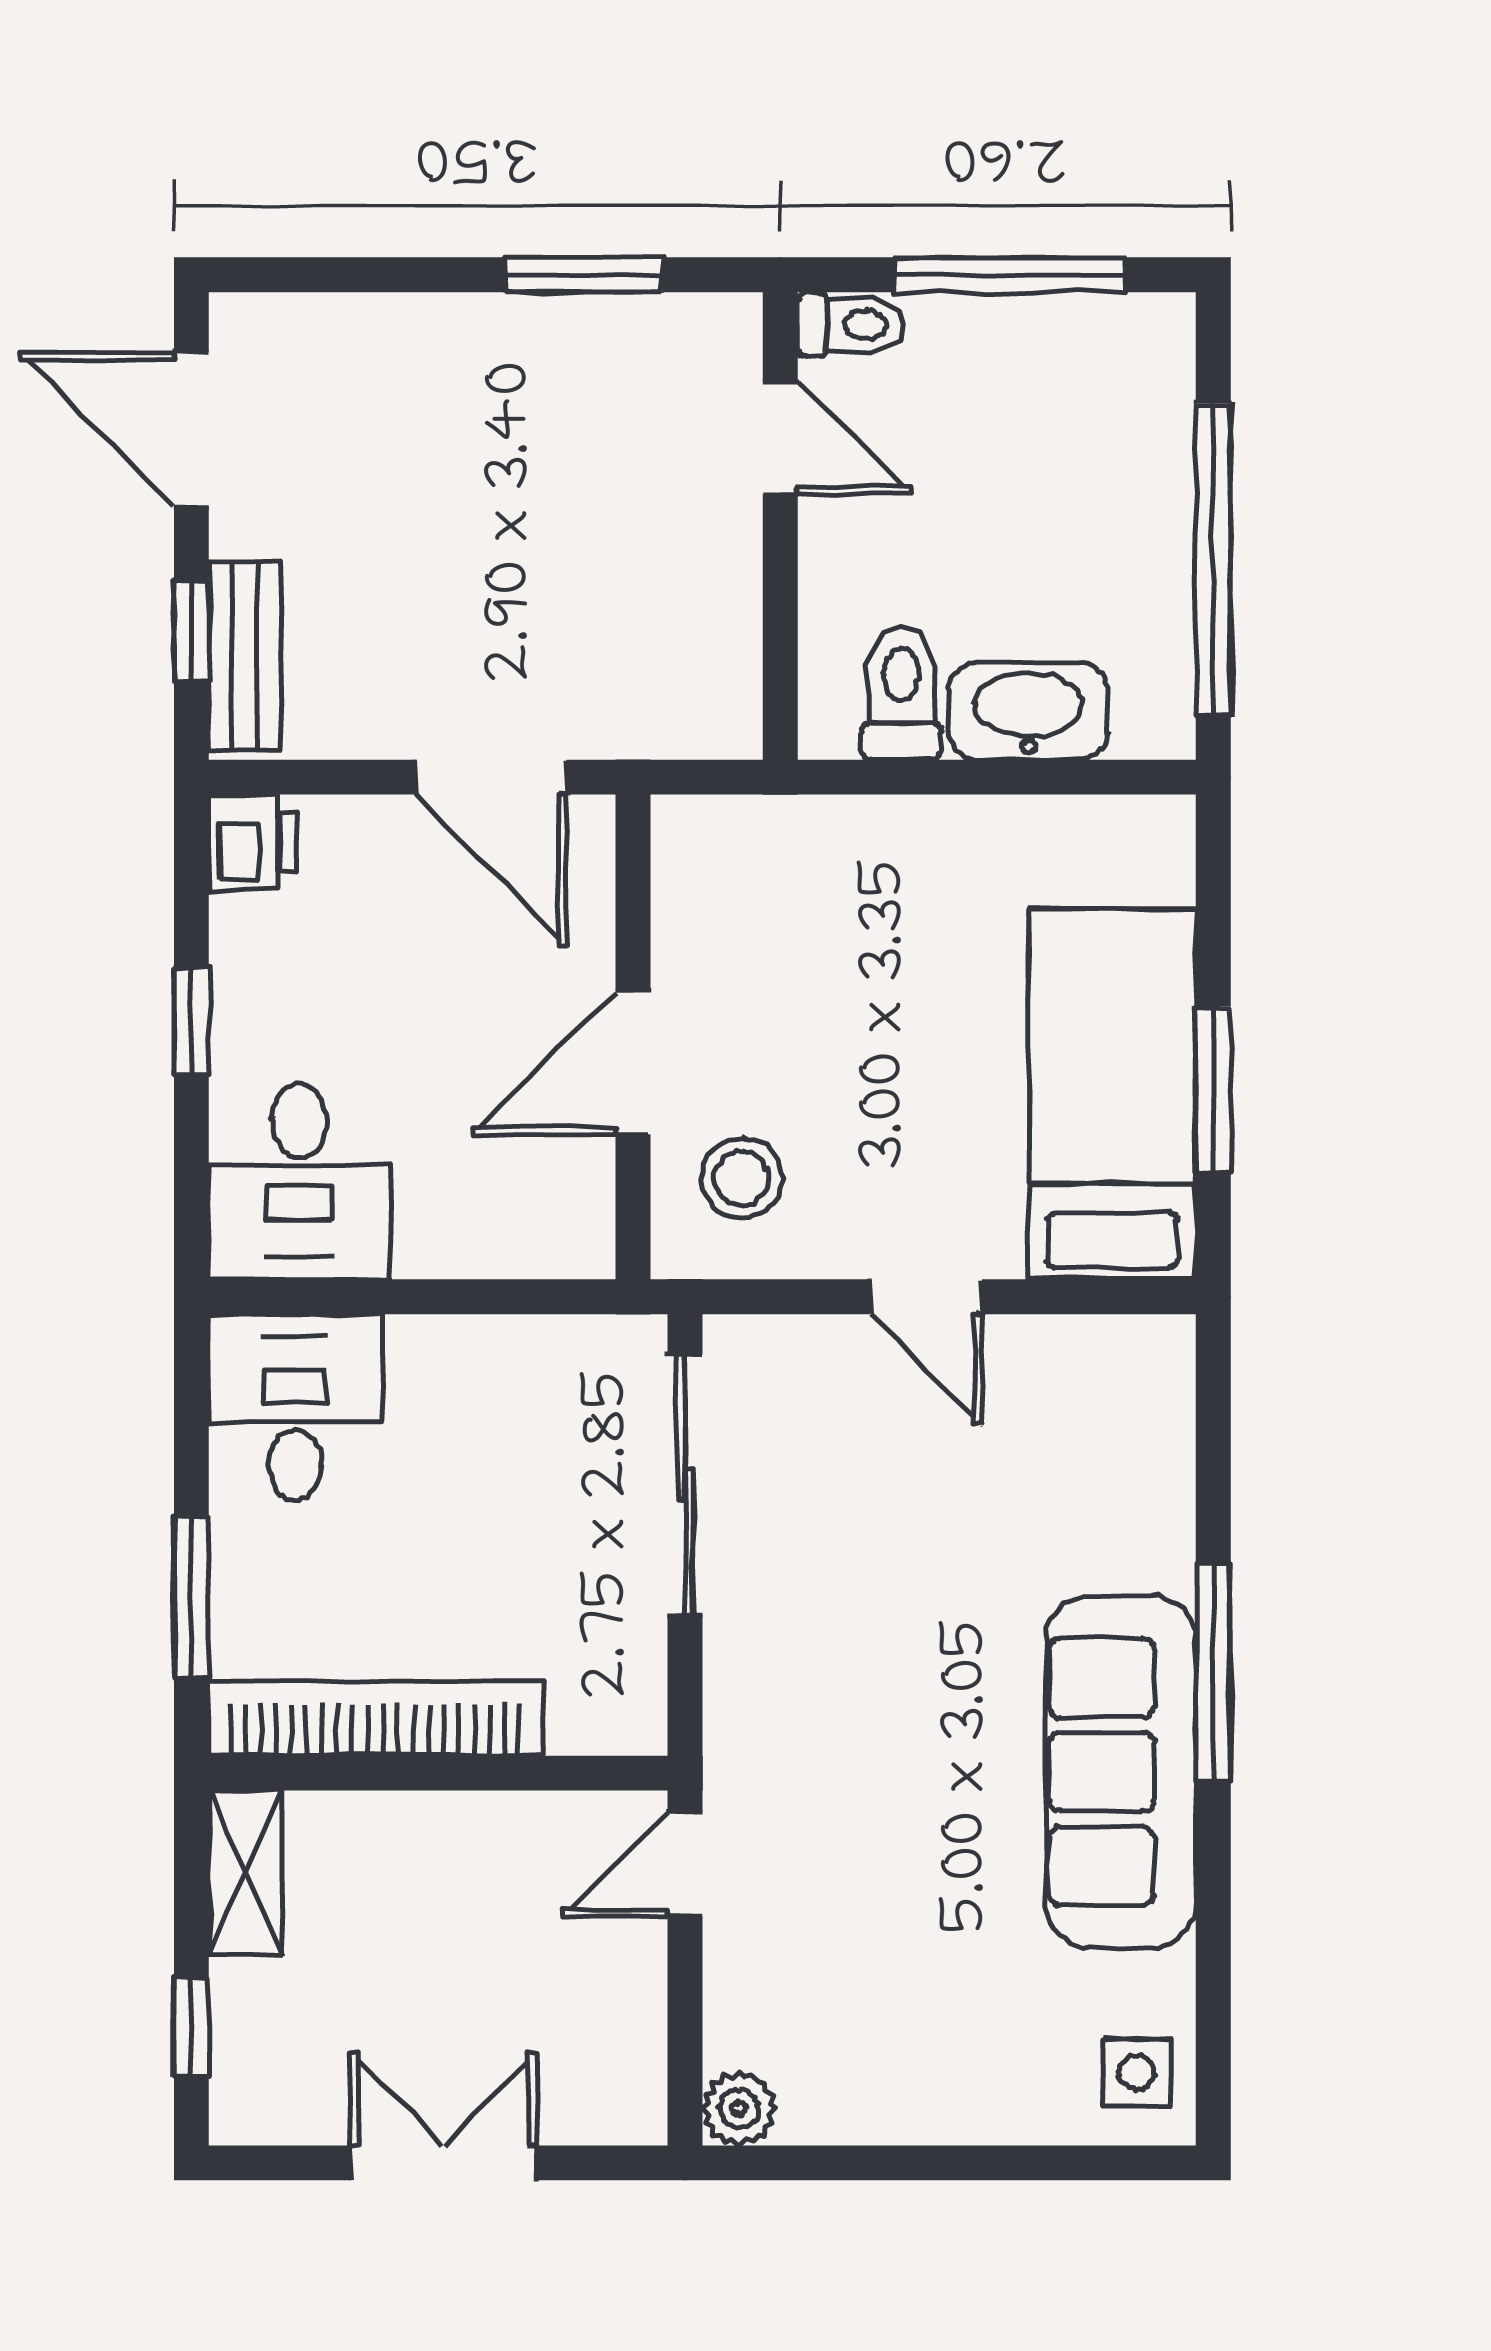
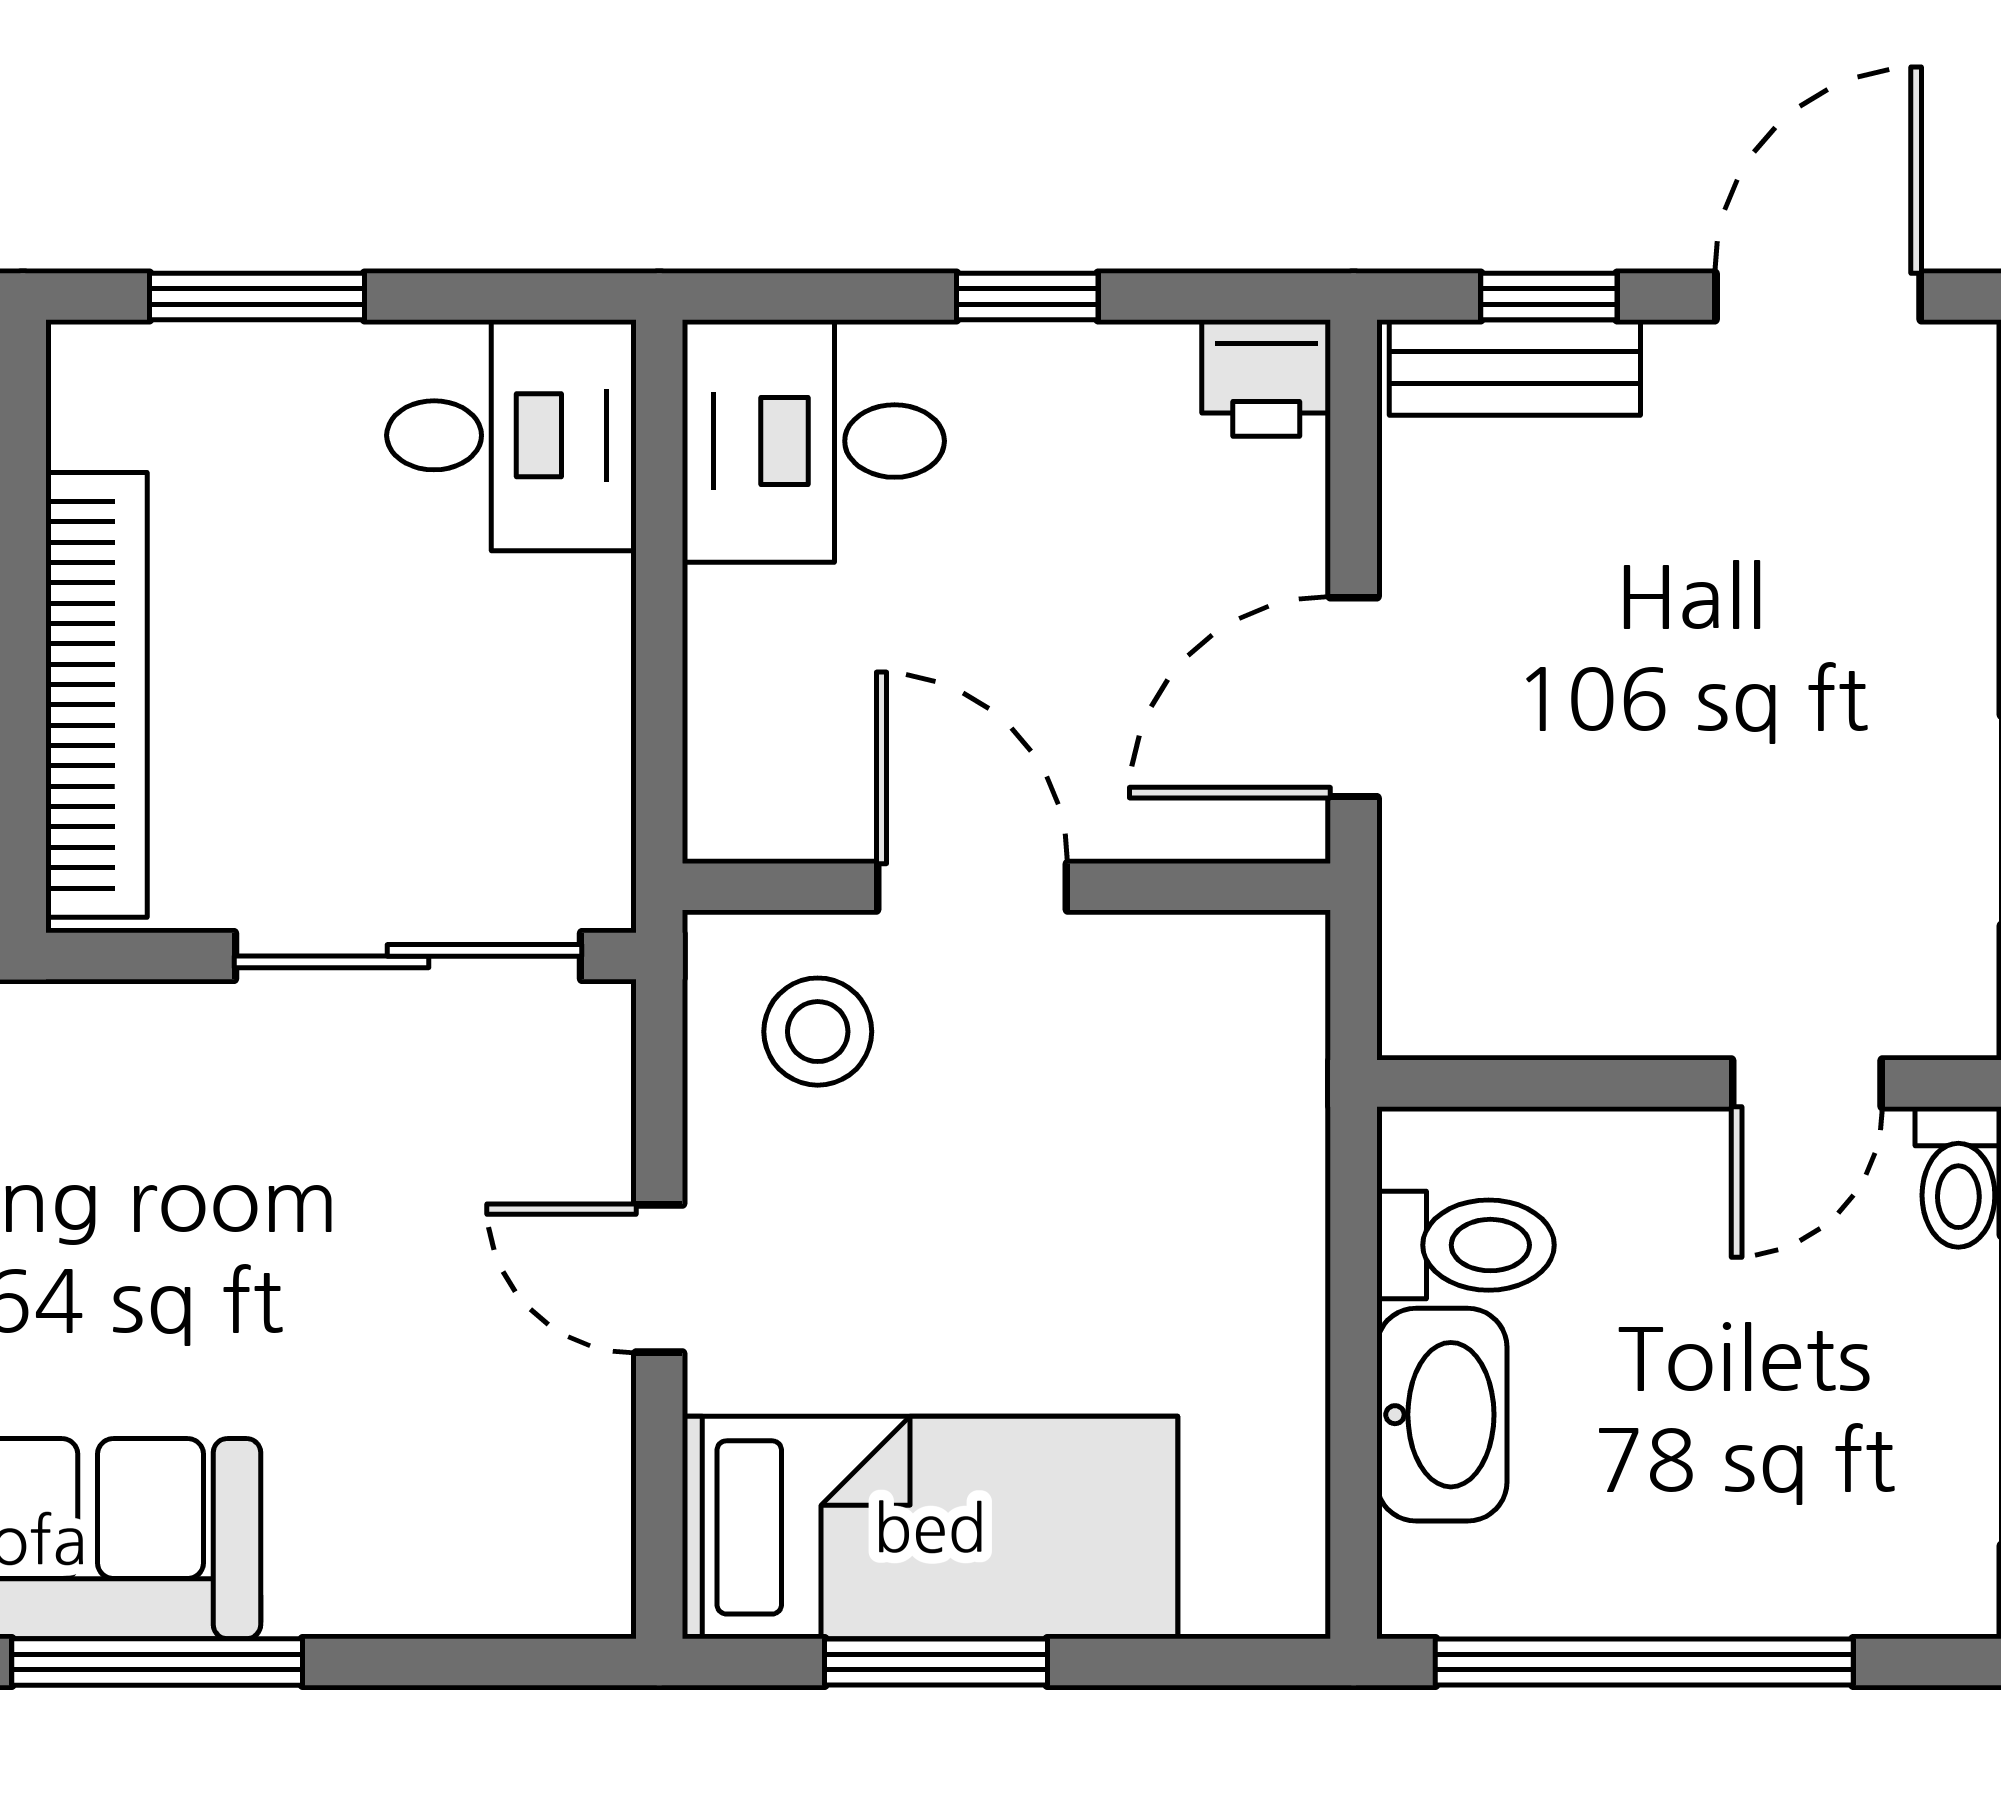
door: (926, 1297) -> (659, 1278), hinge flipped
bookcase: (375, 1718) -> (97, 695), moved

